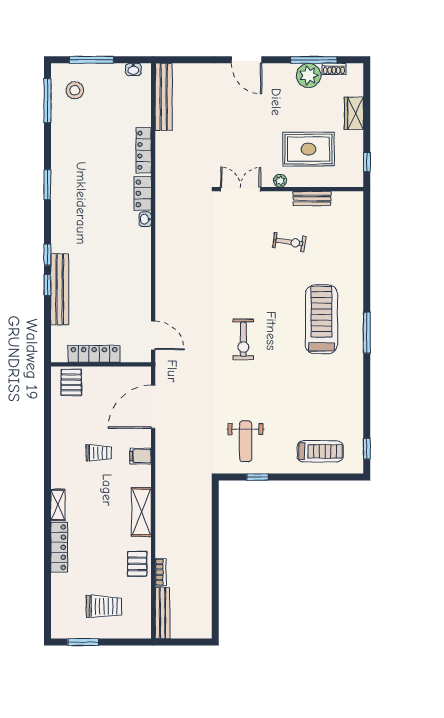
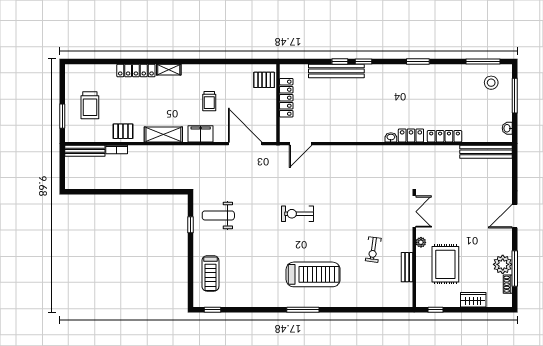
filing cabinet: (141, 456) -> (201, 134), width x2.00
window: (83, 642) -> (62, 116), moved

